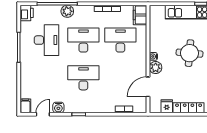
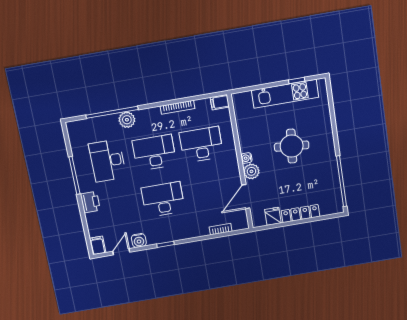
printer: (27, 13) -> (90, 202), moved
filing cabinet: (140, 15) -> (220, 102), width x0.50
desk: (46, 40) -> (107, 161), turned 180

